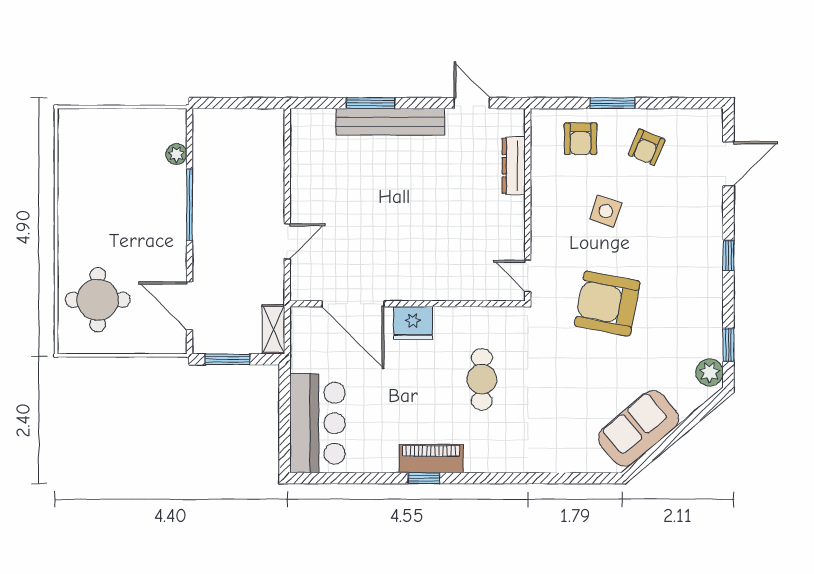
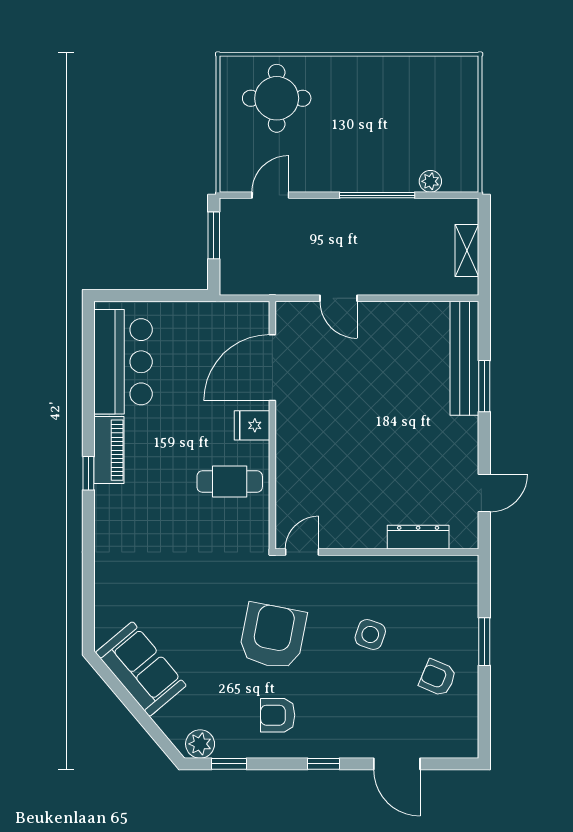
bench: (390, 122) -> (464, 358), moved
armchair: (580, 139) -> (278, 715), moved
door: (728, 164) -> (397, 764), moved
door: (190, 306) -> (270, 195), width x0.73
fridge: (413, 323) -> (252, 425), width x0.72
shelving: (273, 329) -> (467, 250), moved, turned 90
cafe table: (482, 379) -> (230, 482), moved
bar counter: (317, 423) -> (123, 362), moved, turned -90
window: (424, 478) -> (88, 473), moved

